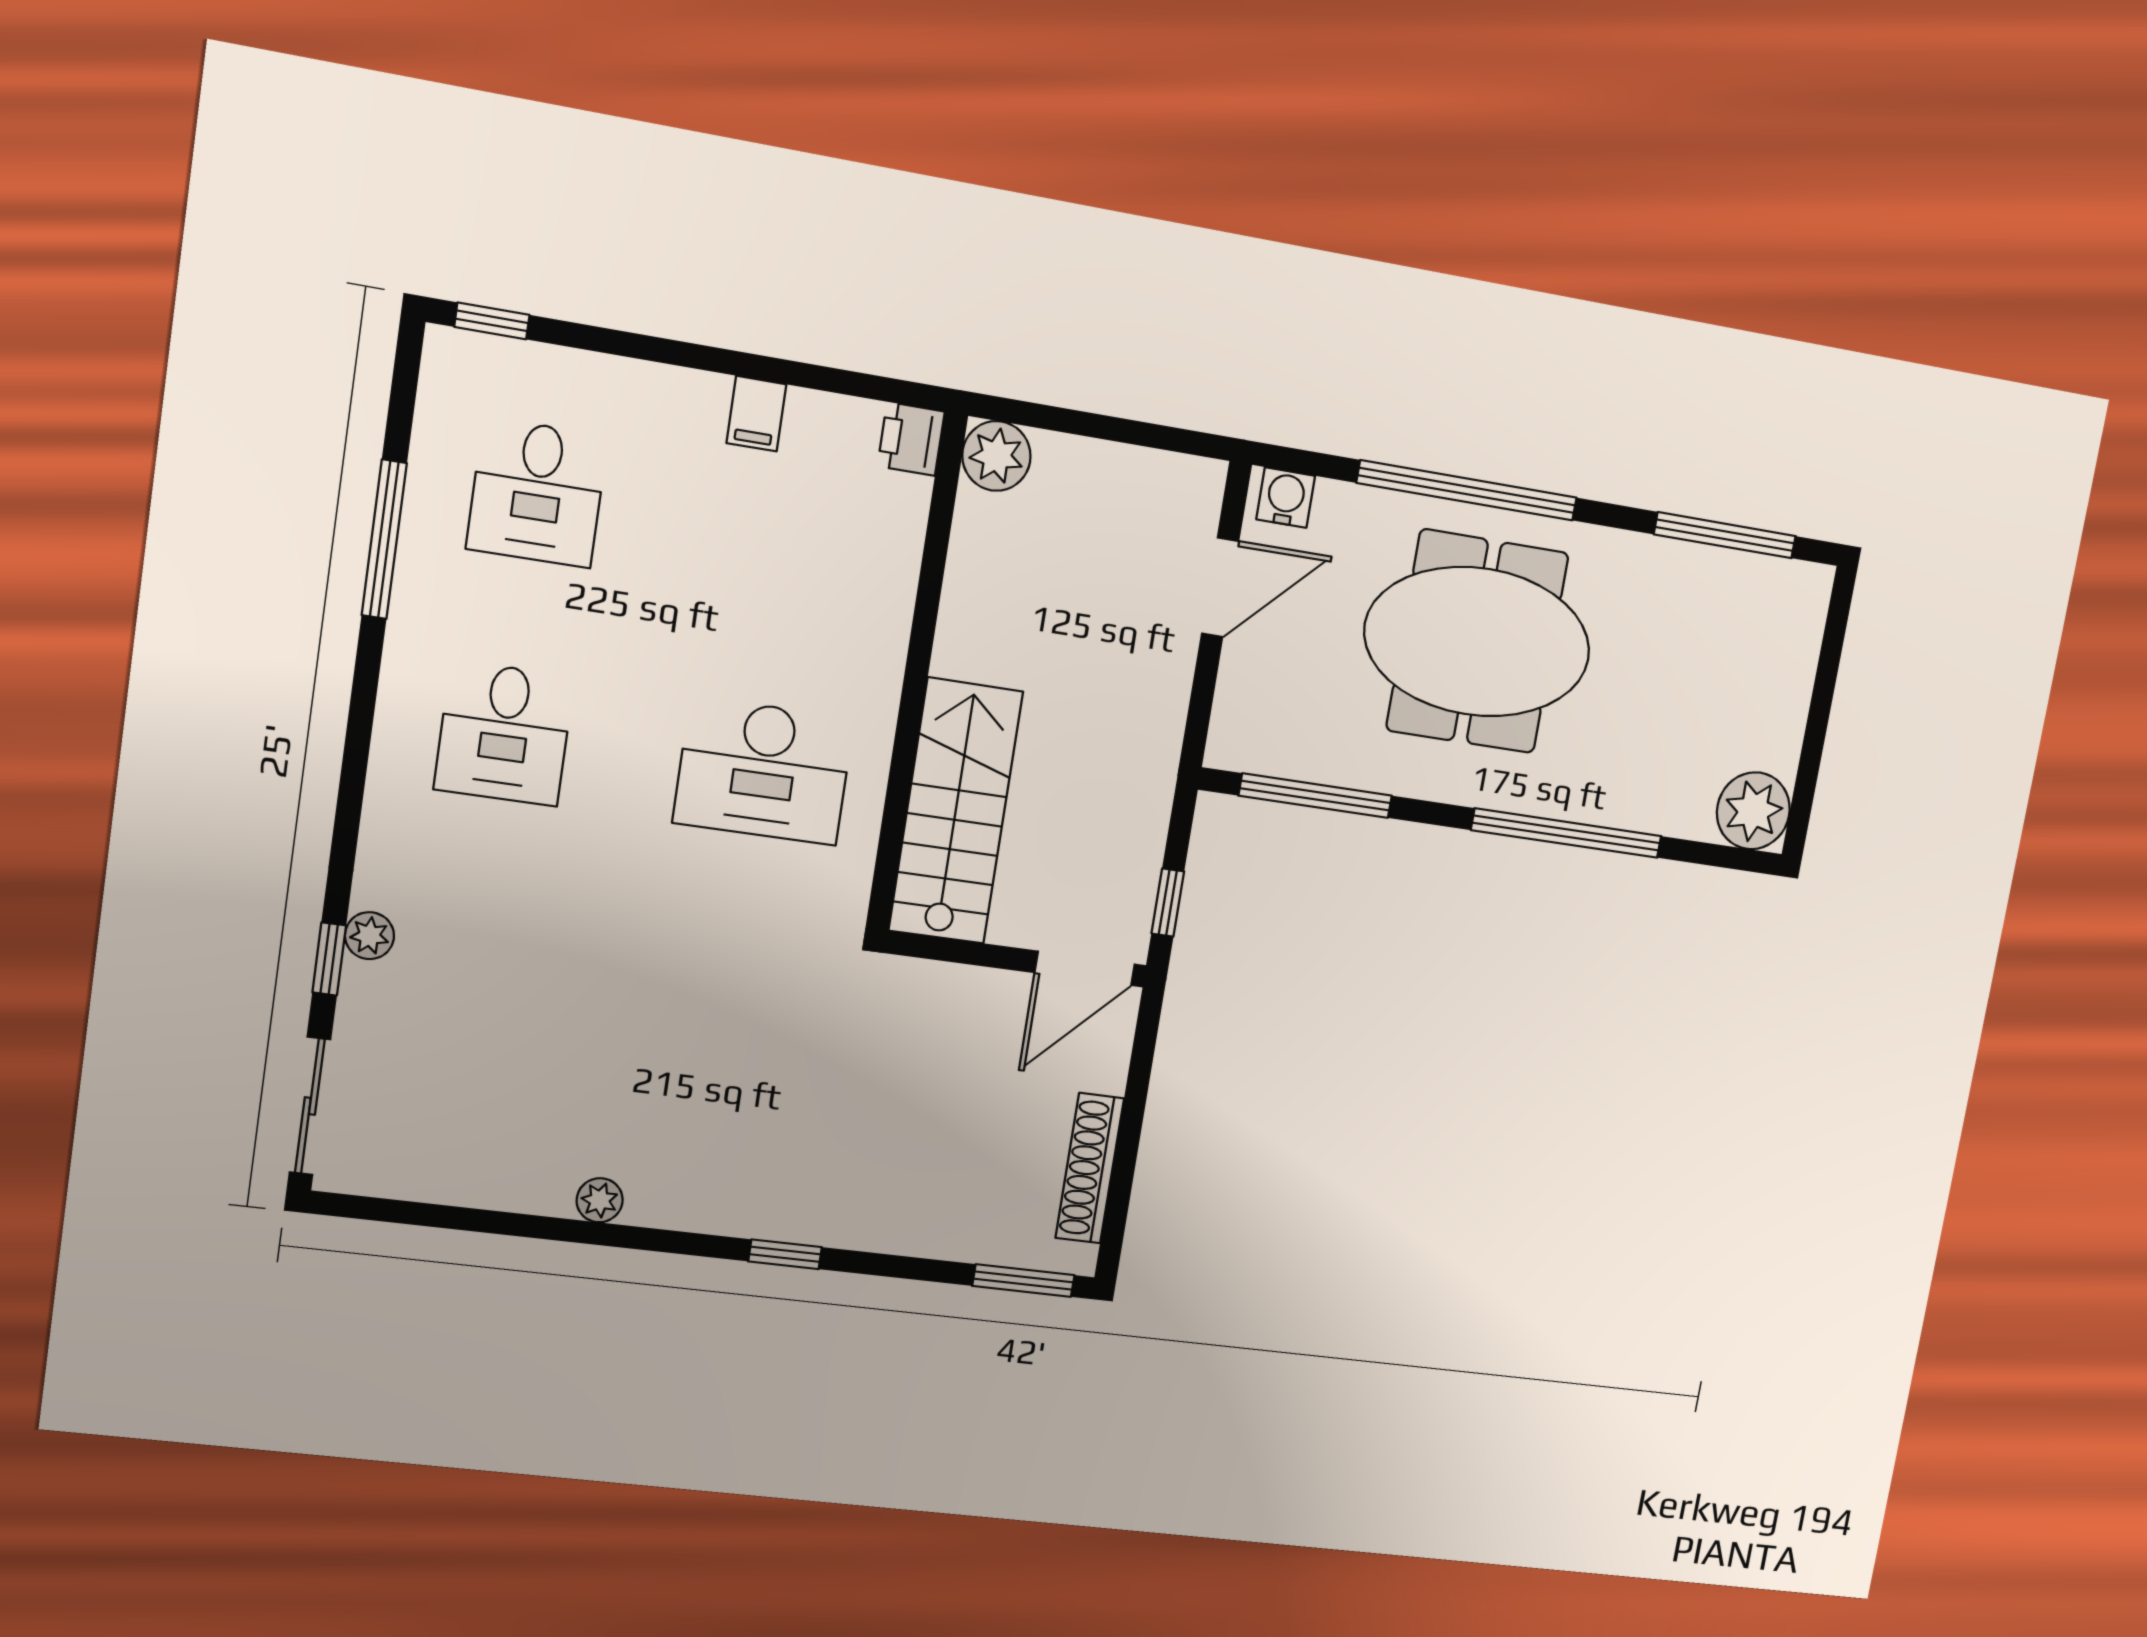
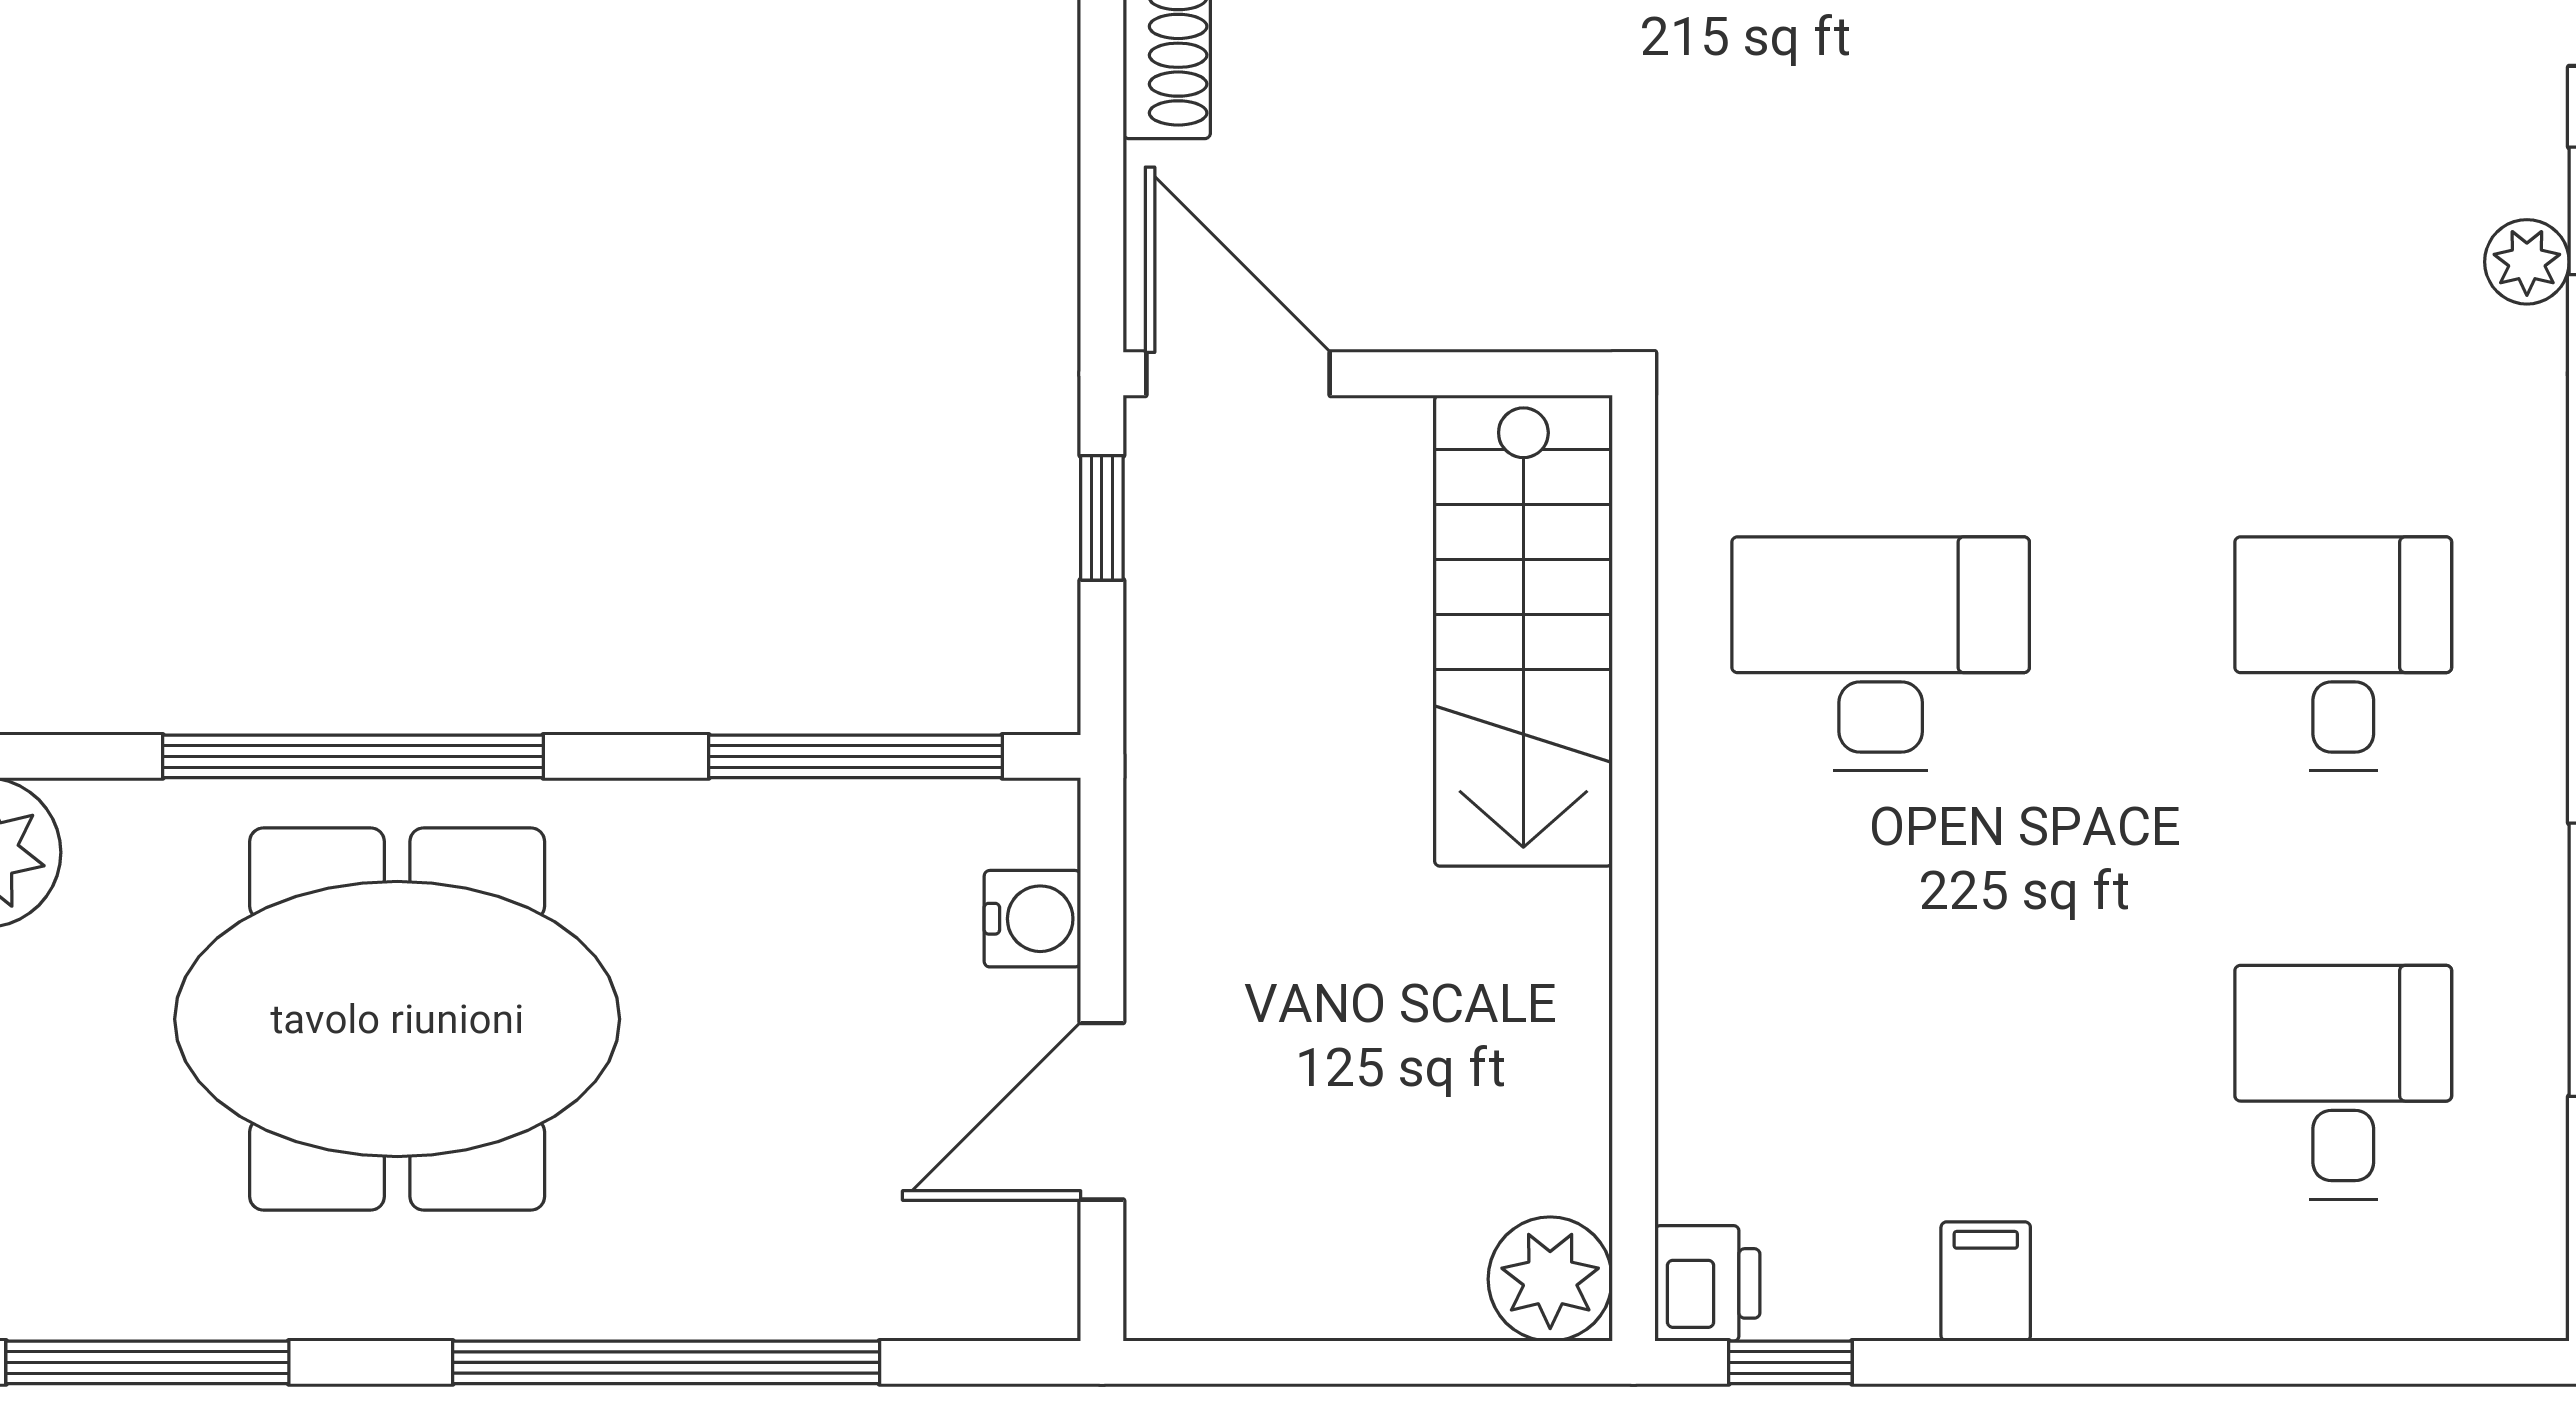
window: (492, 321) -> (1790, 1362), moved
water cooler: (1286, 498) -> (1032, 919), moved, turned -90
meeting table: (1477, 642) -> (397, 1019), moved
door: (1085, 968) -> (1238, 374), hinge flipped

